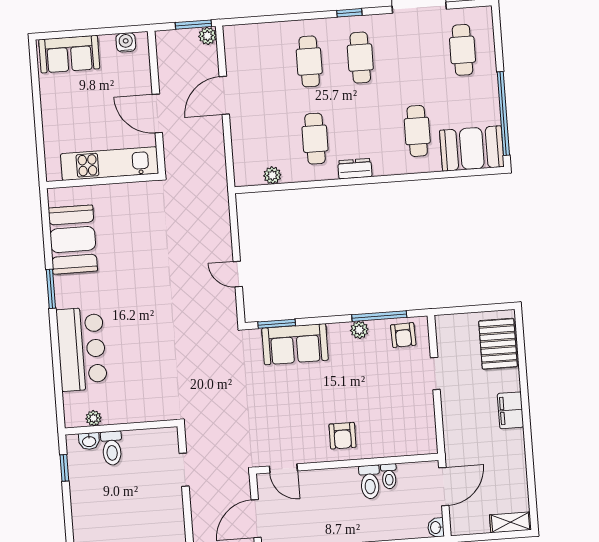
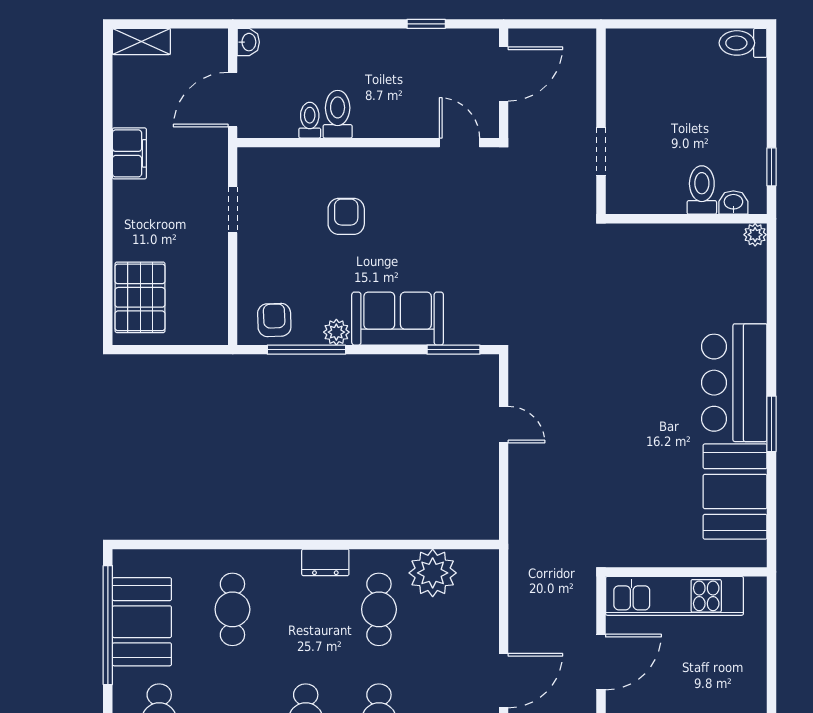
door: (157, 114) -> (601, 662), hinge flipped
booth: (472, 148) -> (142, 622), moved, turned 90
plant: (272, 175) -> (433, 573), width x1.87, depth x1.87
sofa: (295, 344) -> (398, 319), moved
bar counter: (82, 349) -> (734, 383), moved
doorway: (435, 373) -> (233, 210), moved
filing cabinet: (511, 410) -> (129, 153), moved
plant: (94, 418) -> (755, 235), moved
armchair: (343, 436) -> (346, 216), moved

